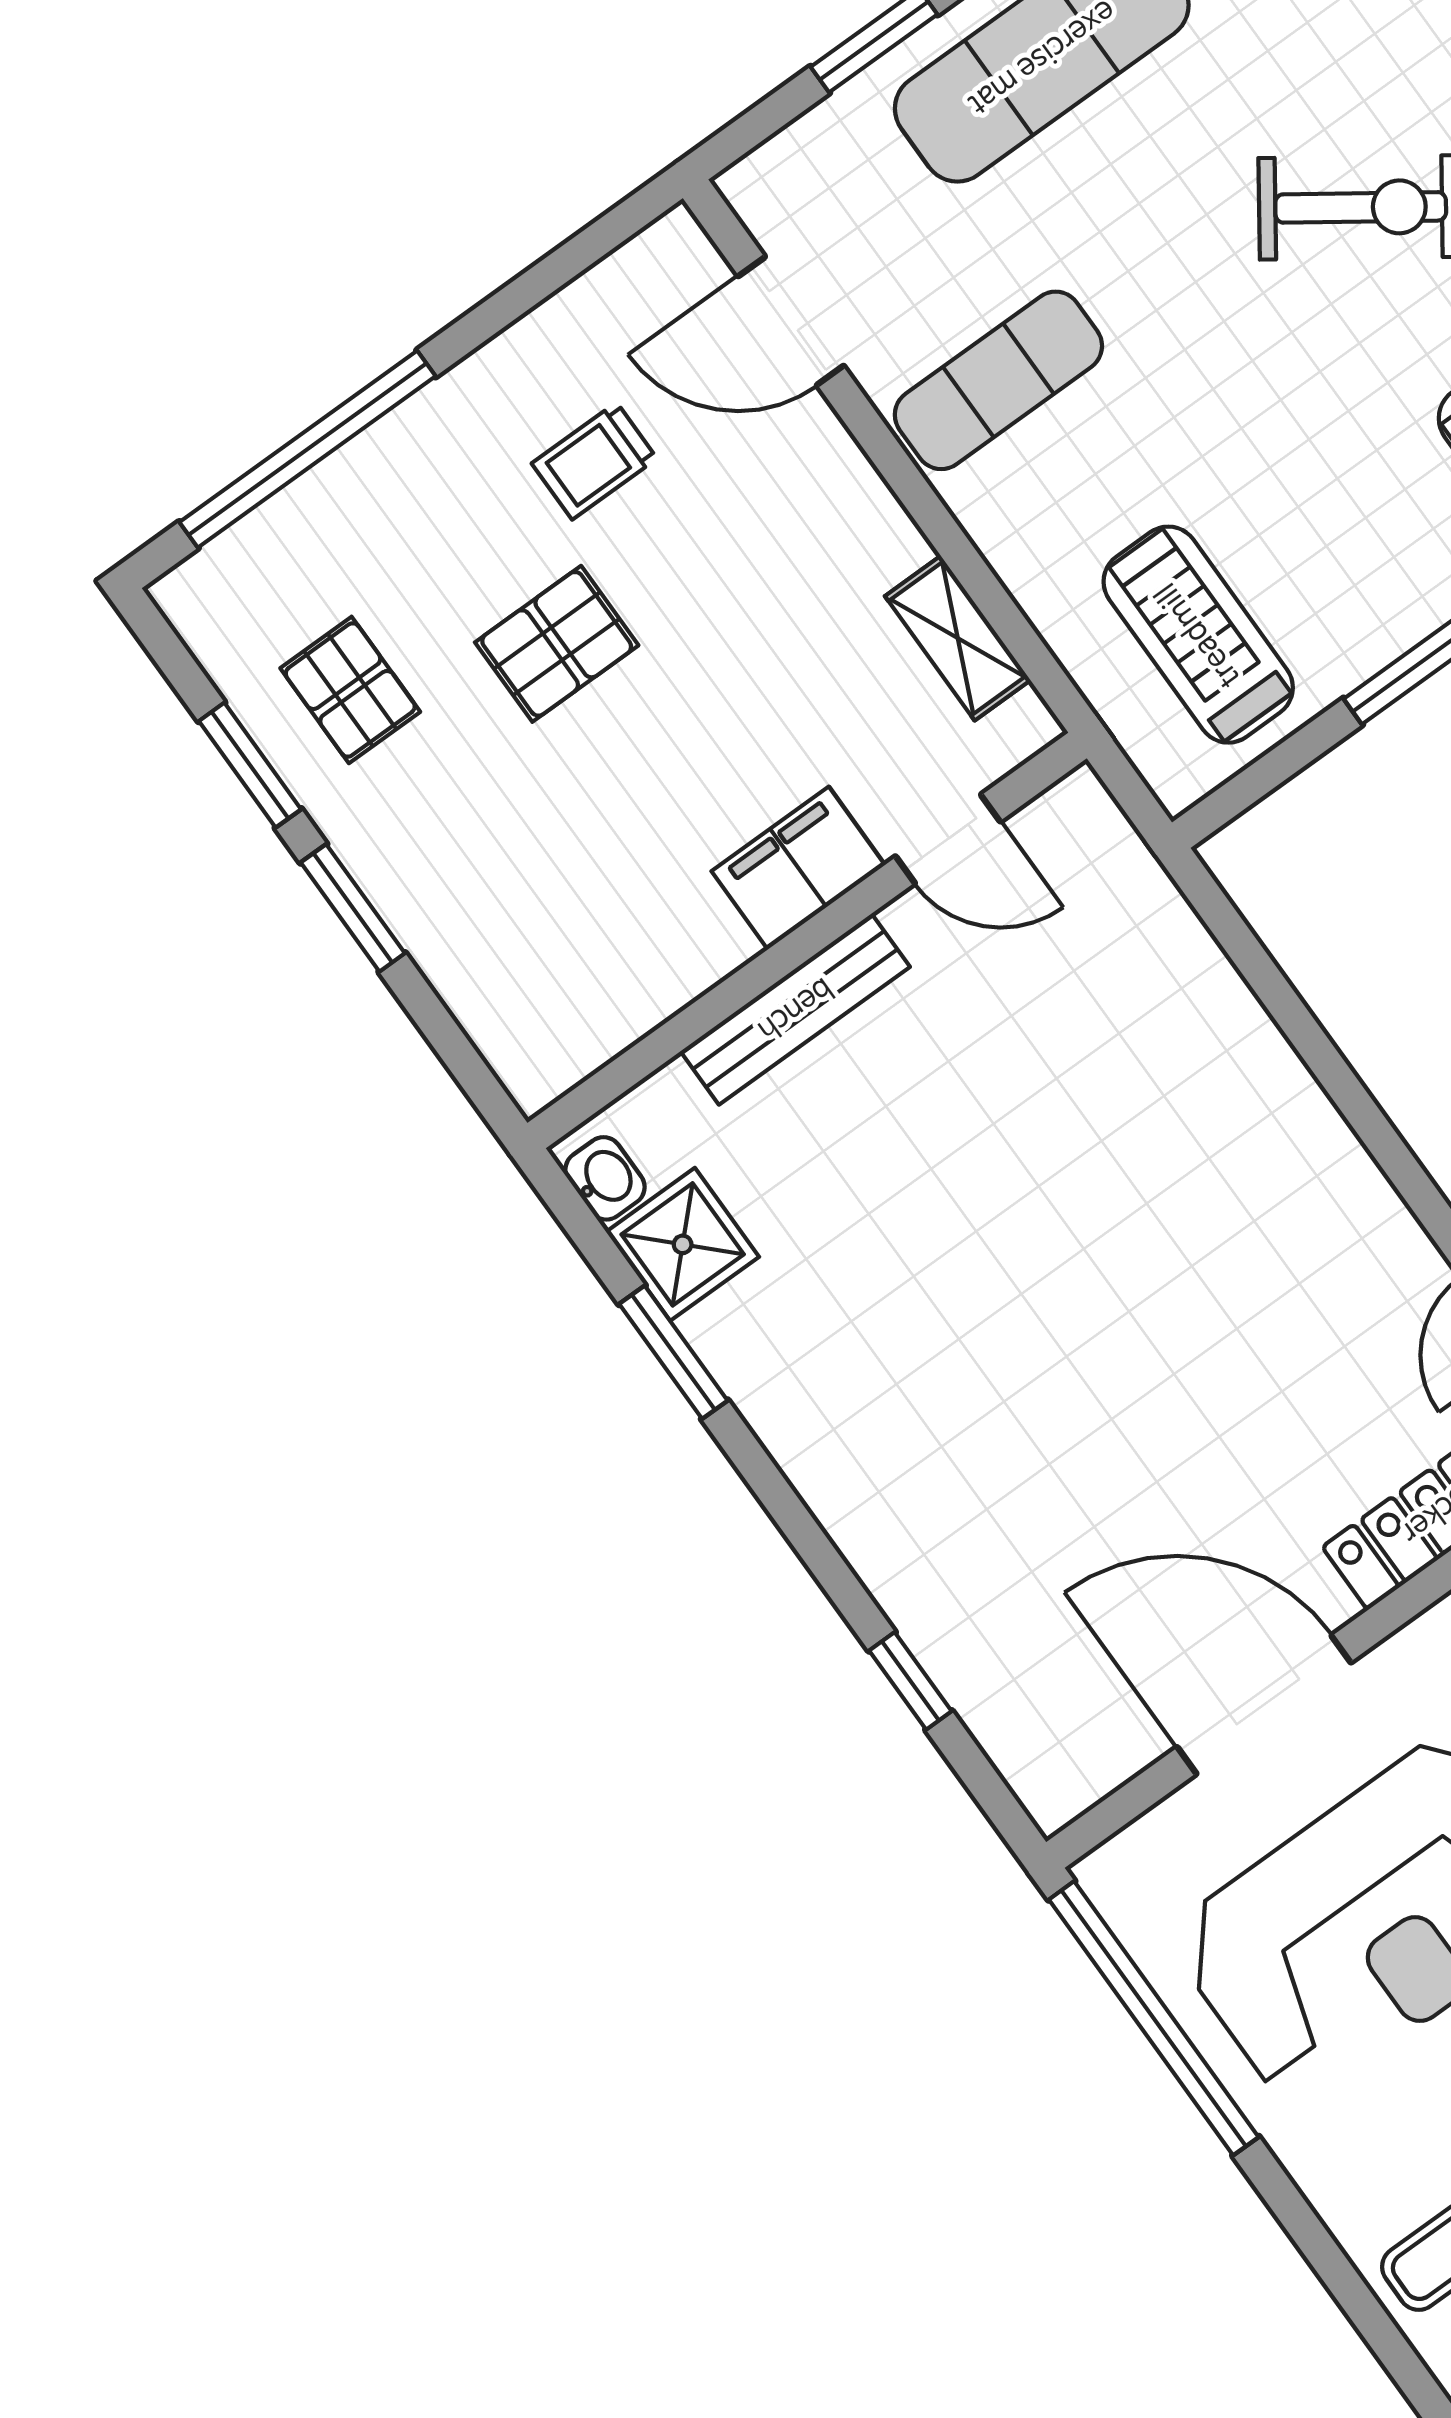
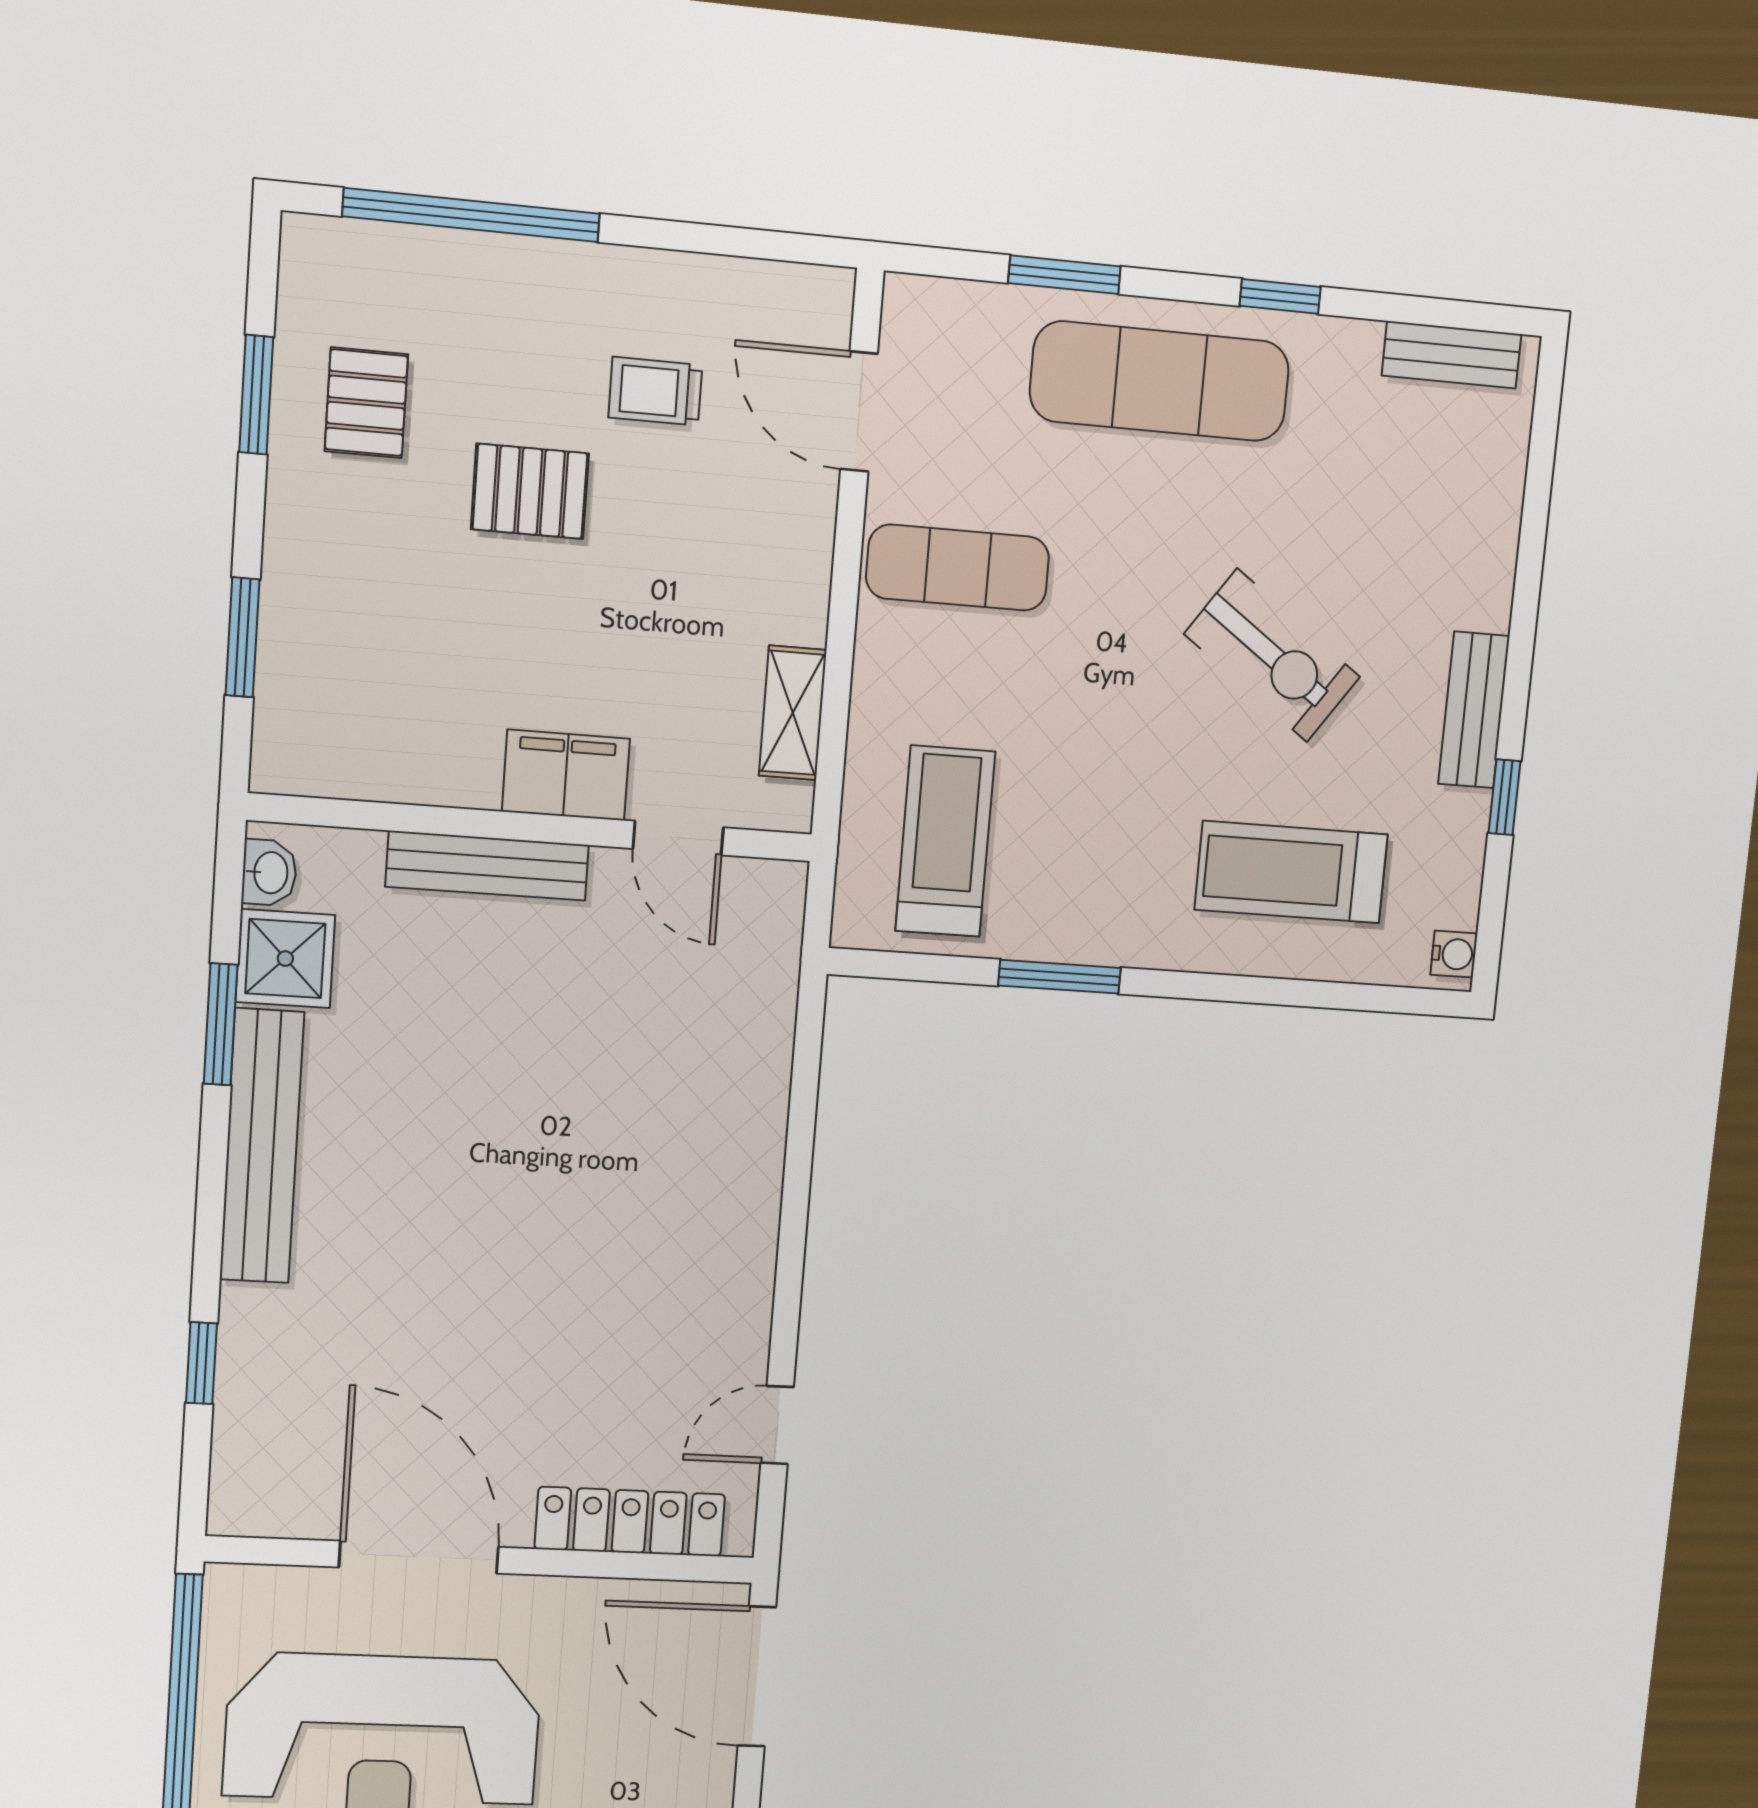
window: (353, 908) -> (242, 637), moved
bench: (801, 1434) -> (262, 1146), added

